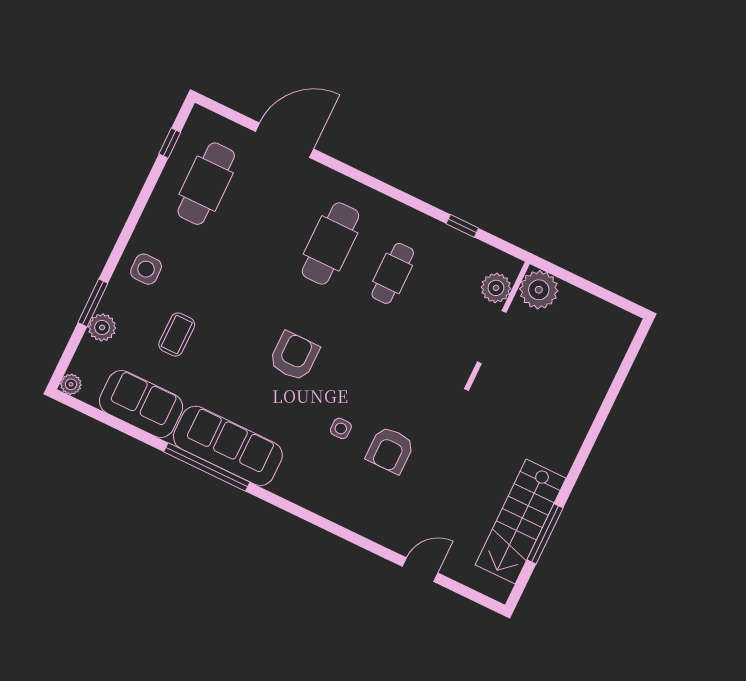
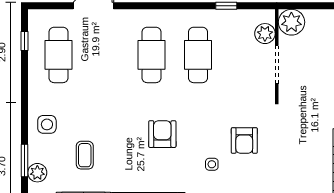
cafe table: (393, 273) -> (198, 55), width x1.37, depth x1.35
armchair: (390, 450) -> (244, 141), moved

